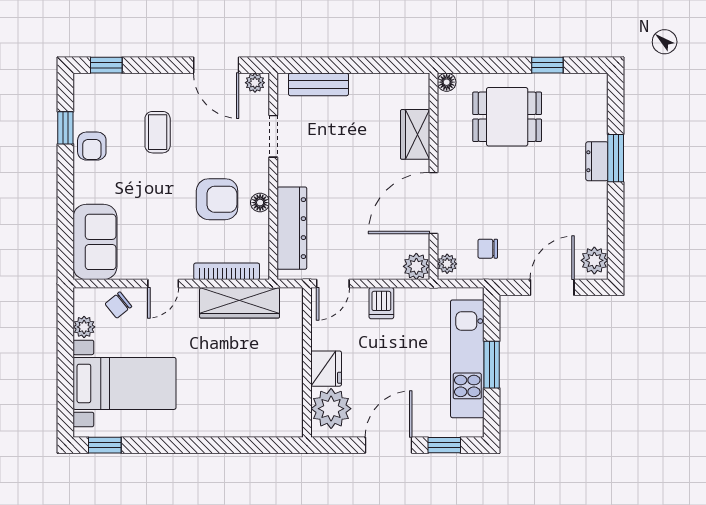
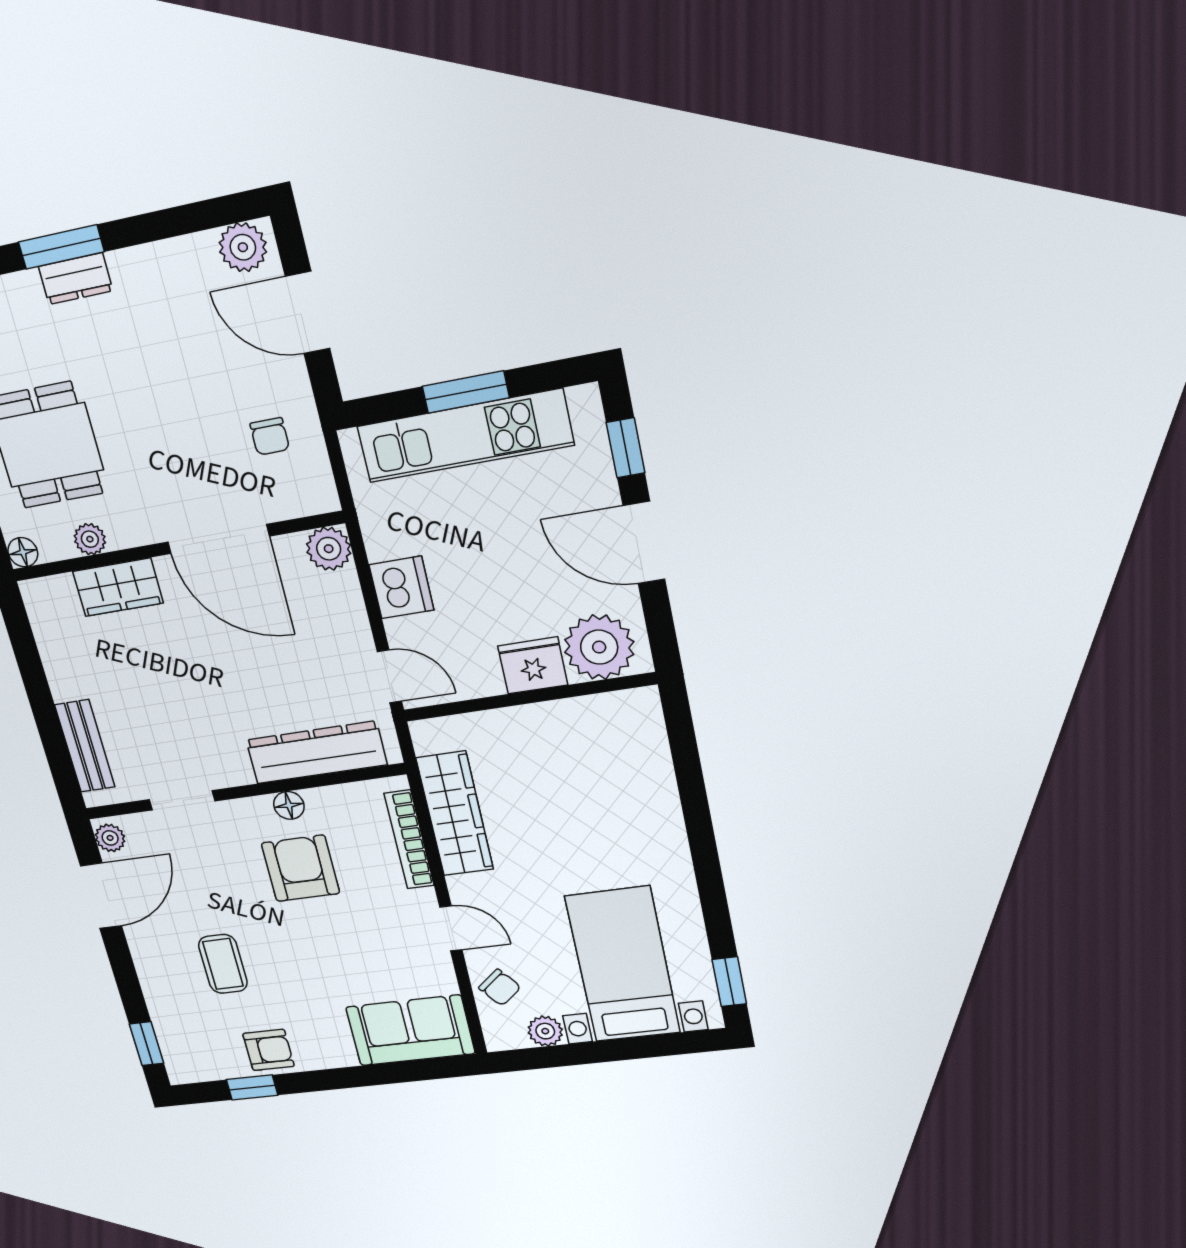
coffee table: (158, 132) -> (223, 964), turned 90
plant: (447, 264) -> (90, 539), moved
dishwasher: (381, 303) -> (401, 587), width x1.38

